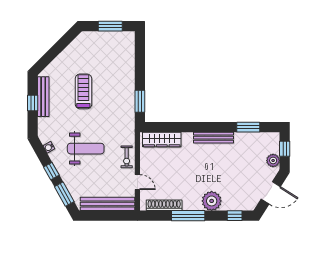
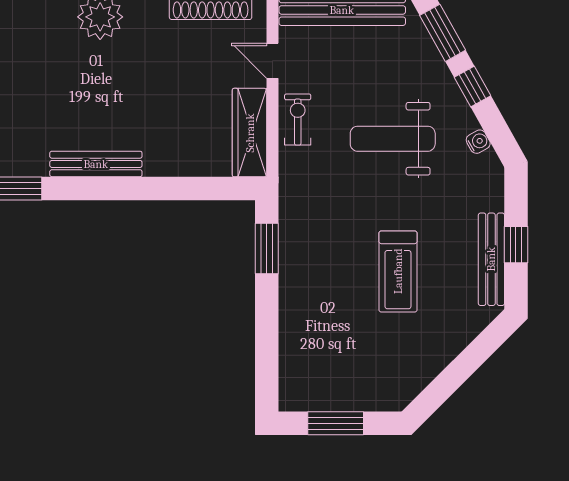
wardrobe: (162, 140) -> (250, 133), moved, turned -90

